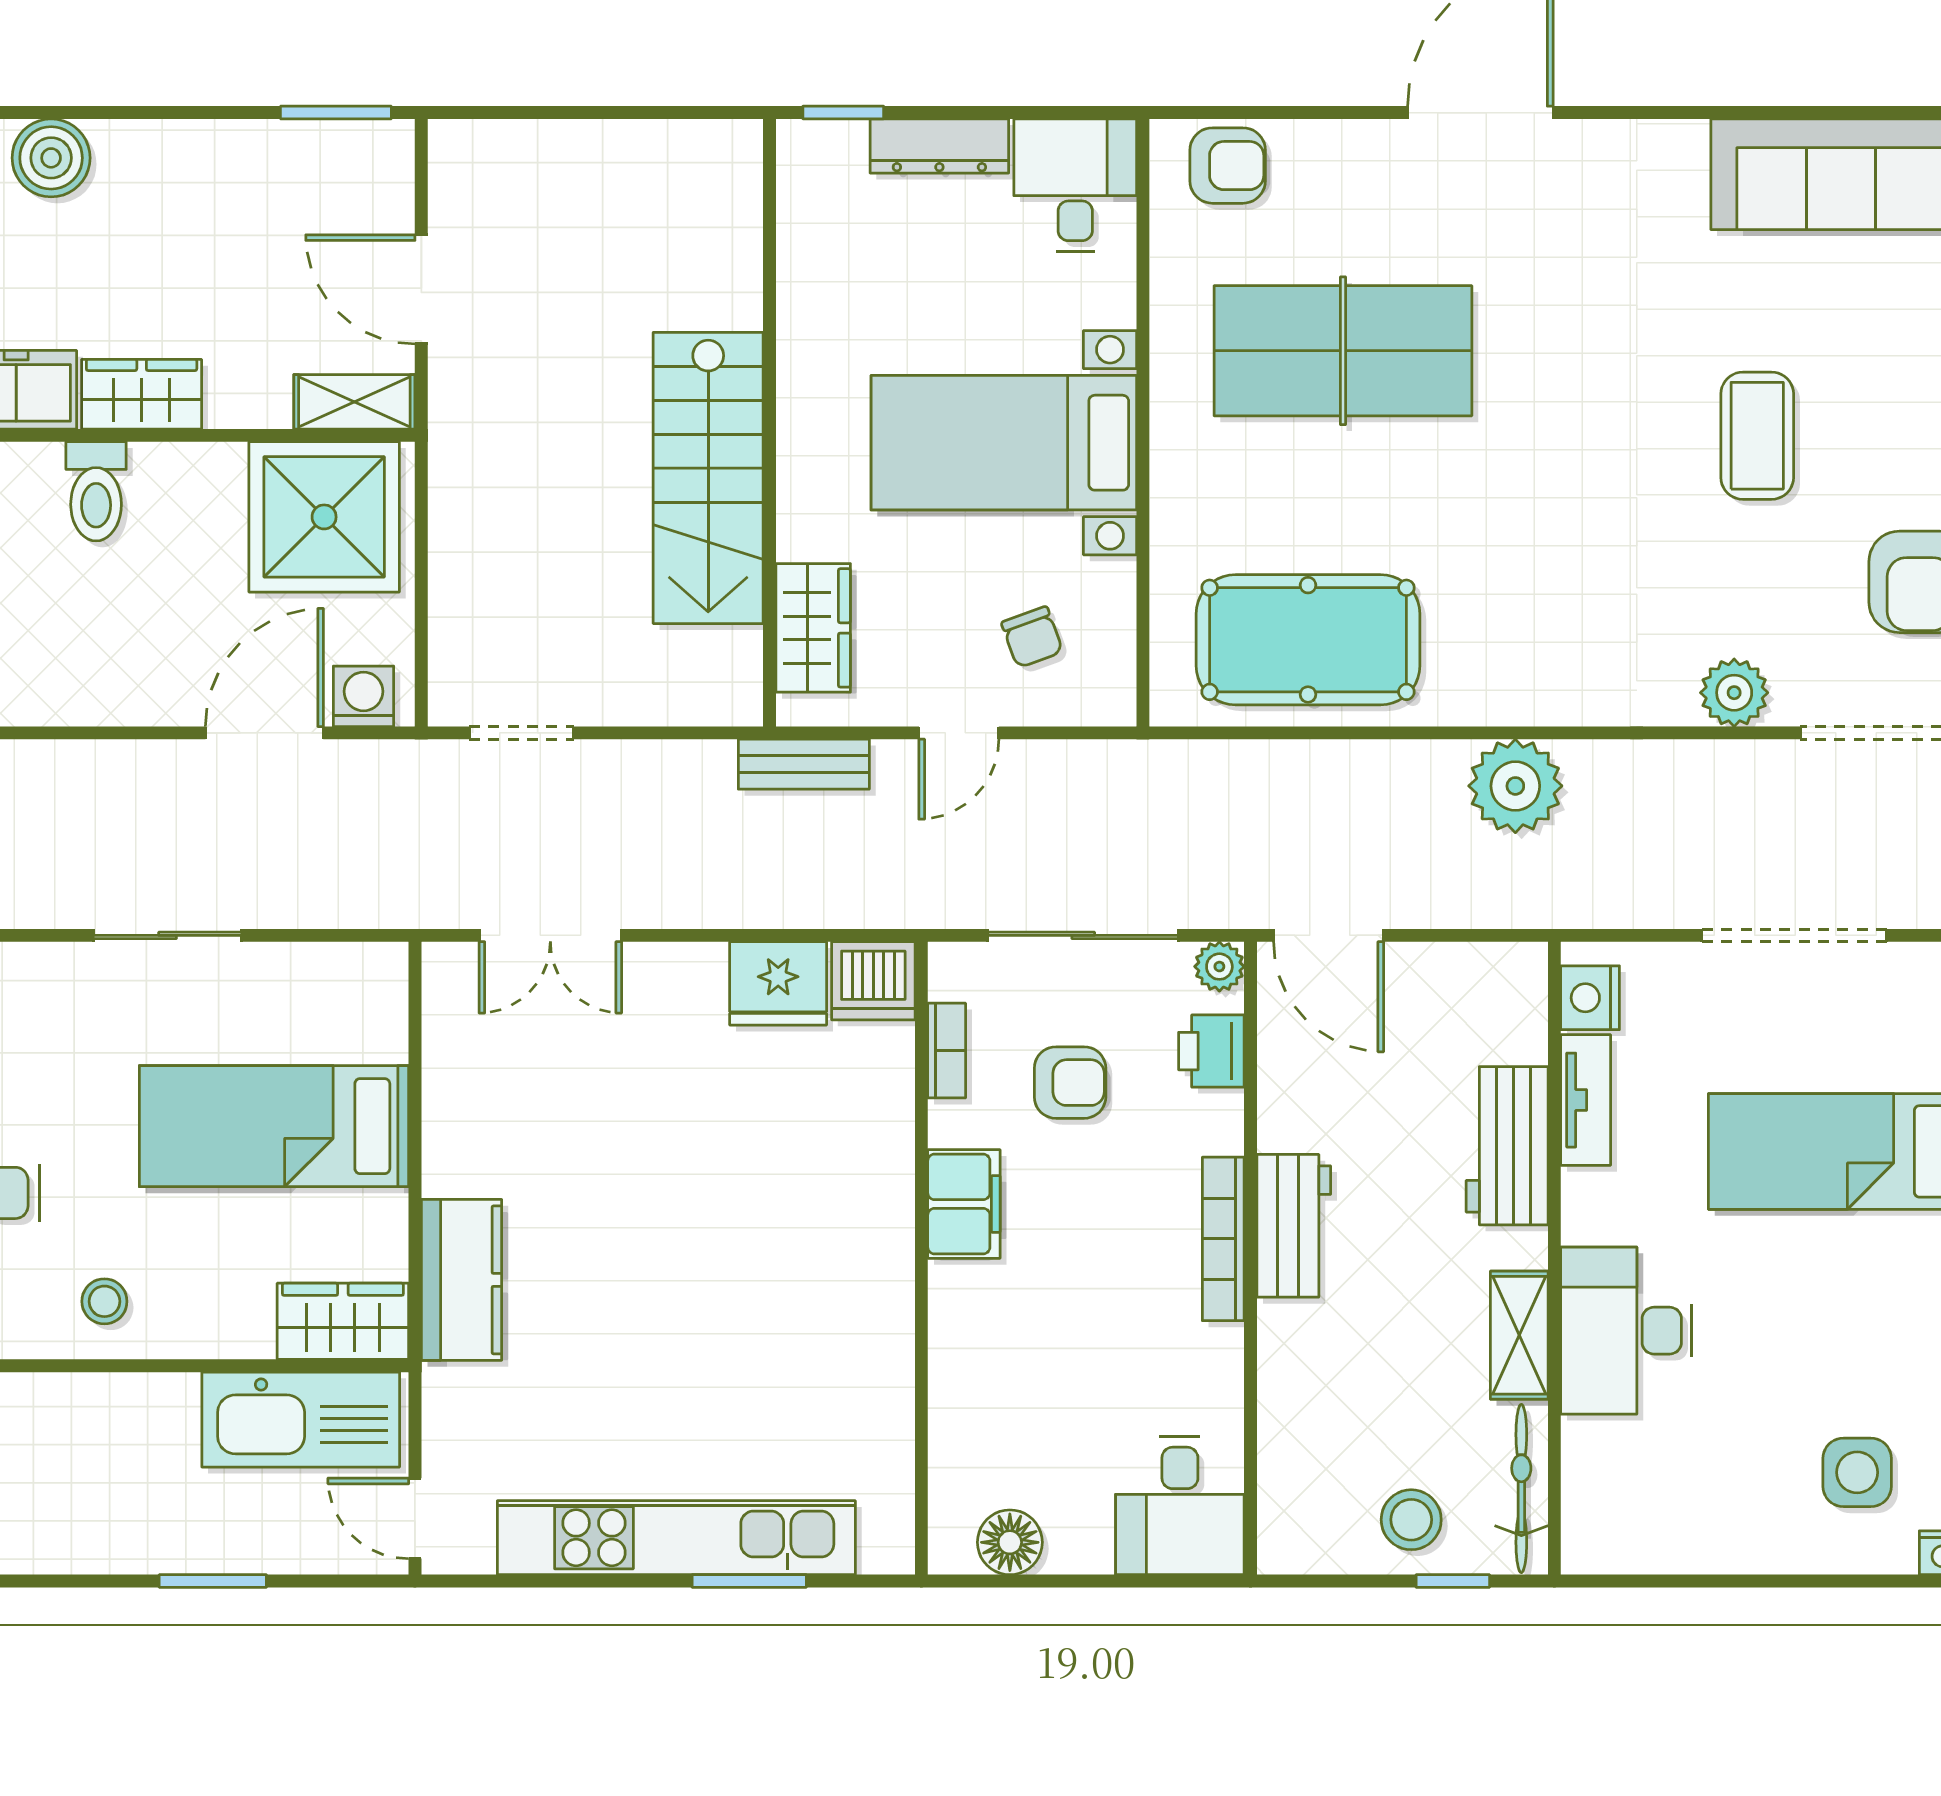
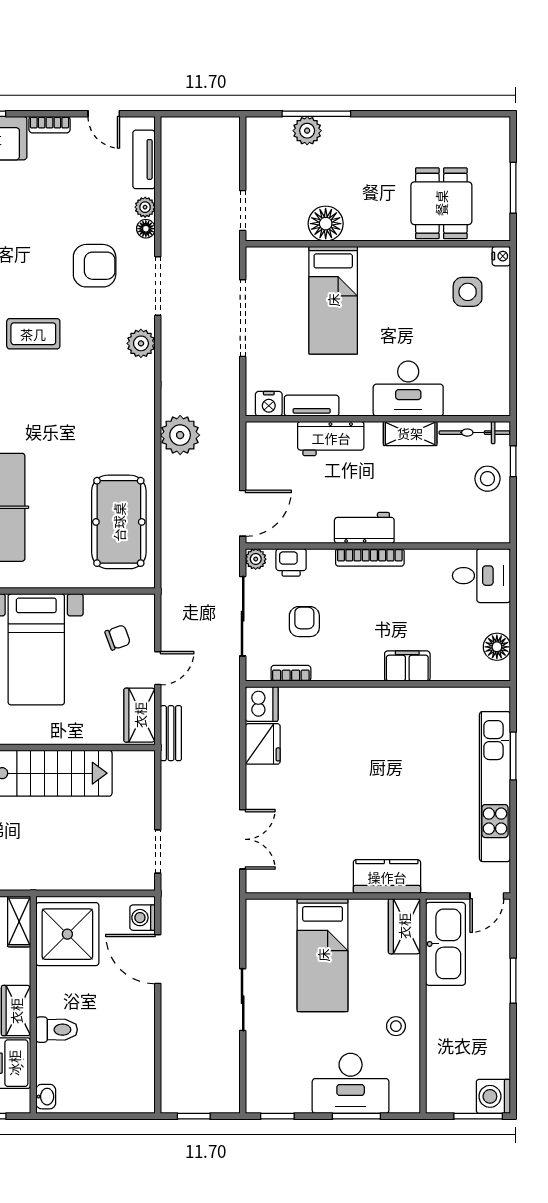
wardrobe: (813, 628) -> (140, 715), moved, turned -90
door: (959, 733) -> (158, 668), hinge flipped
filing cabinet: (964, 1204) -> (407, 666), moved

